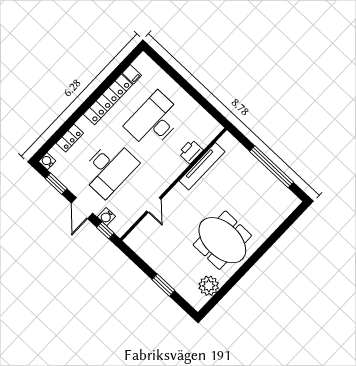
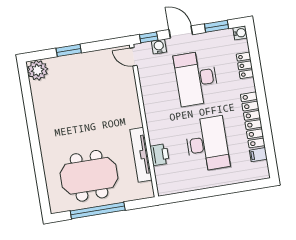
door: (154, 205) -> (134, 57), moved
meeting table: (222, 240) -> (89, 176), moved
plant: (209, 286) -> (38, 70), moved

